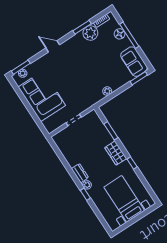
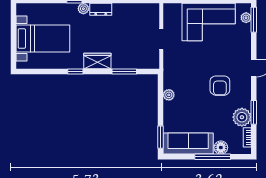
armchair: (79, 61) -> (220, 86), added
sofa: (134, 62) -> (188, 144), width x1.36

